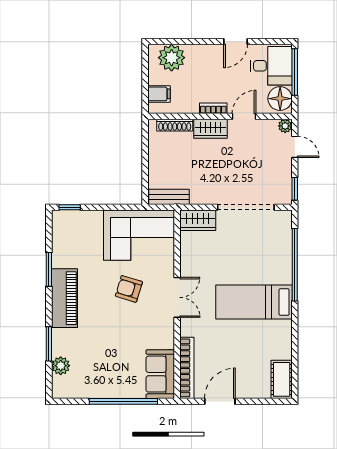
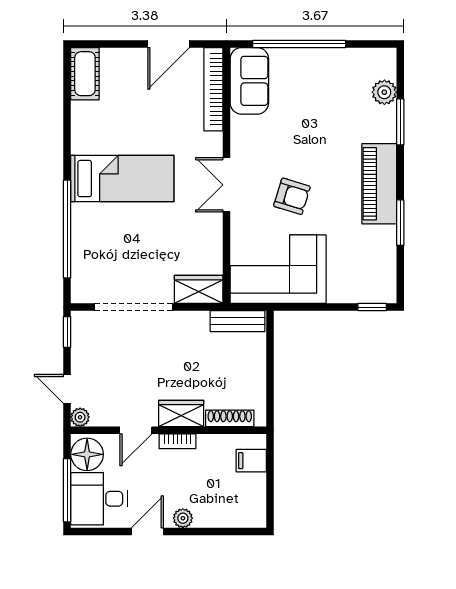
plant: (172, 58) -> (183, 518), moved, width x0.53, depth x0.53

